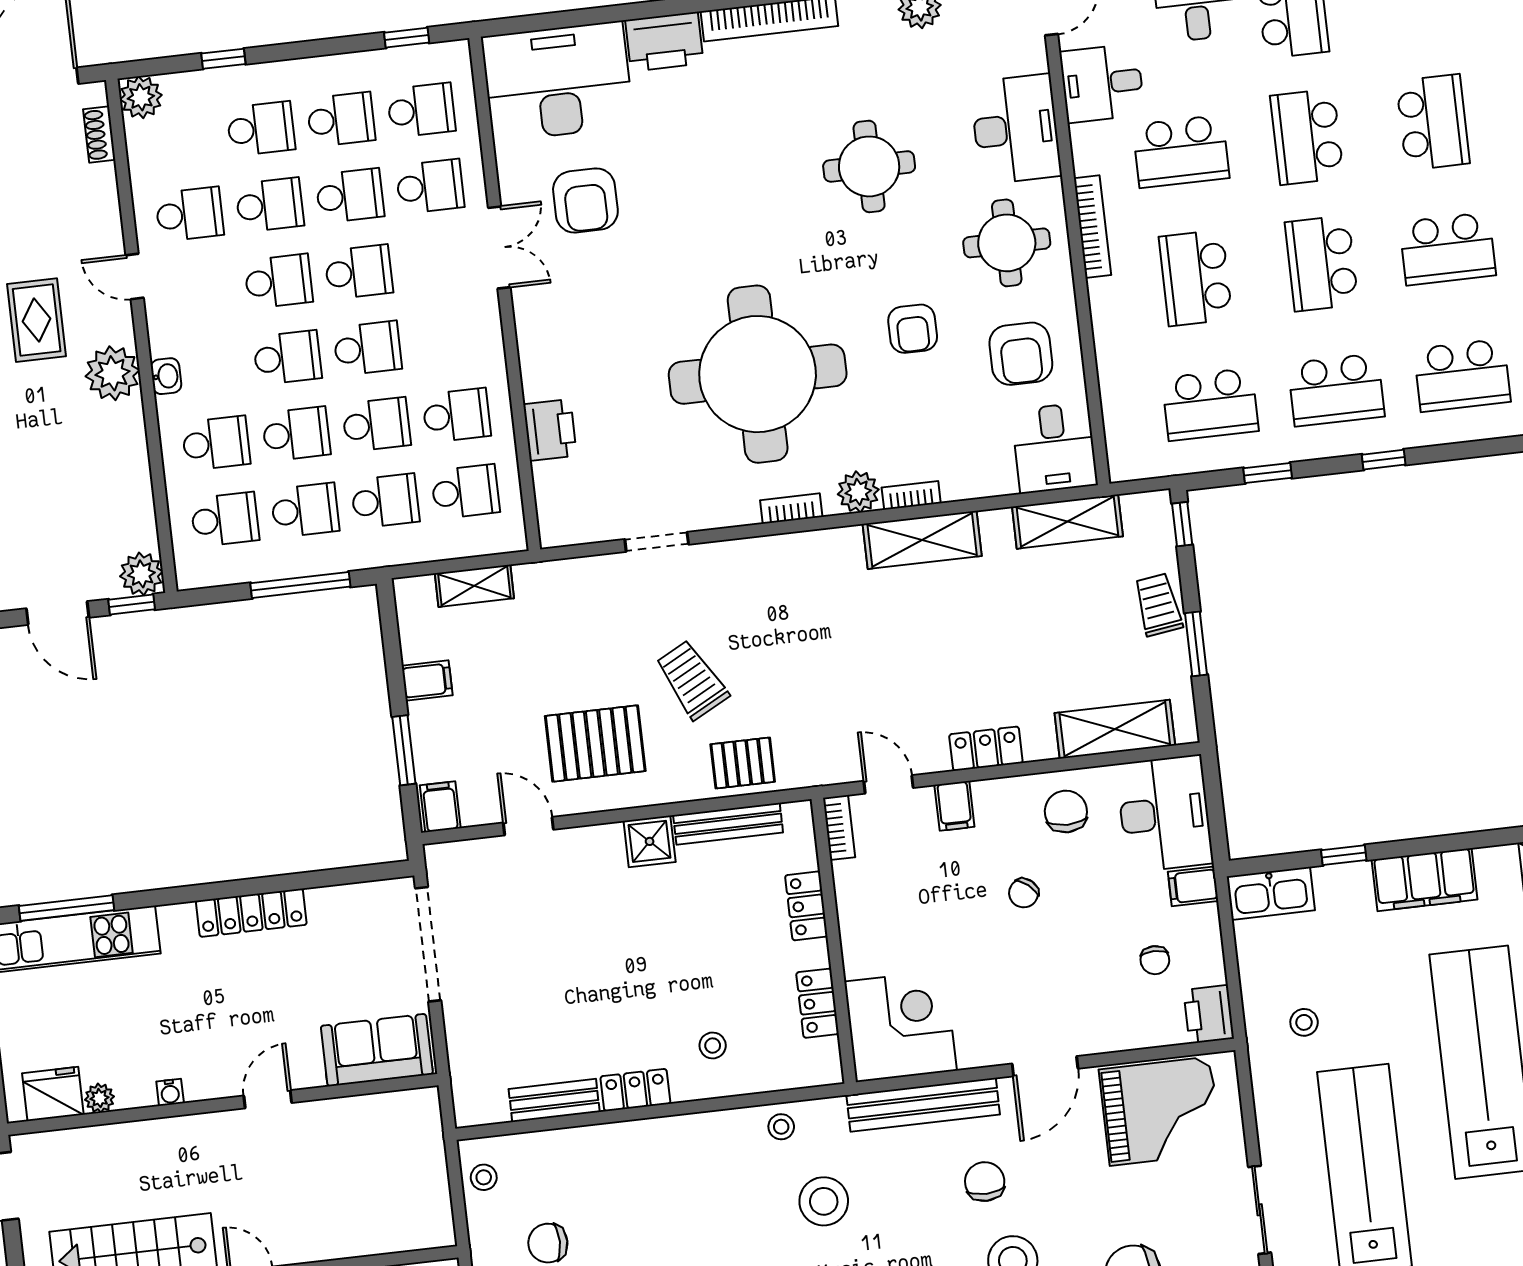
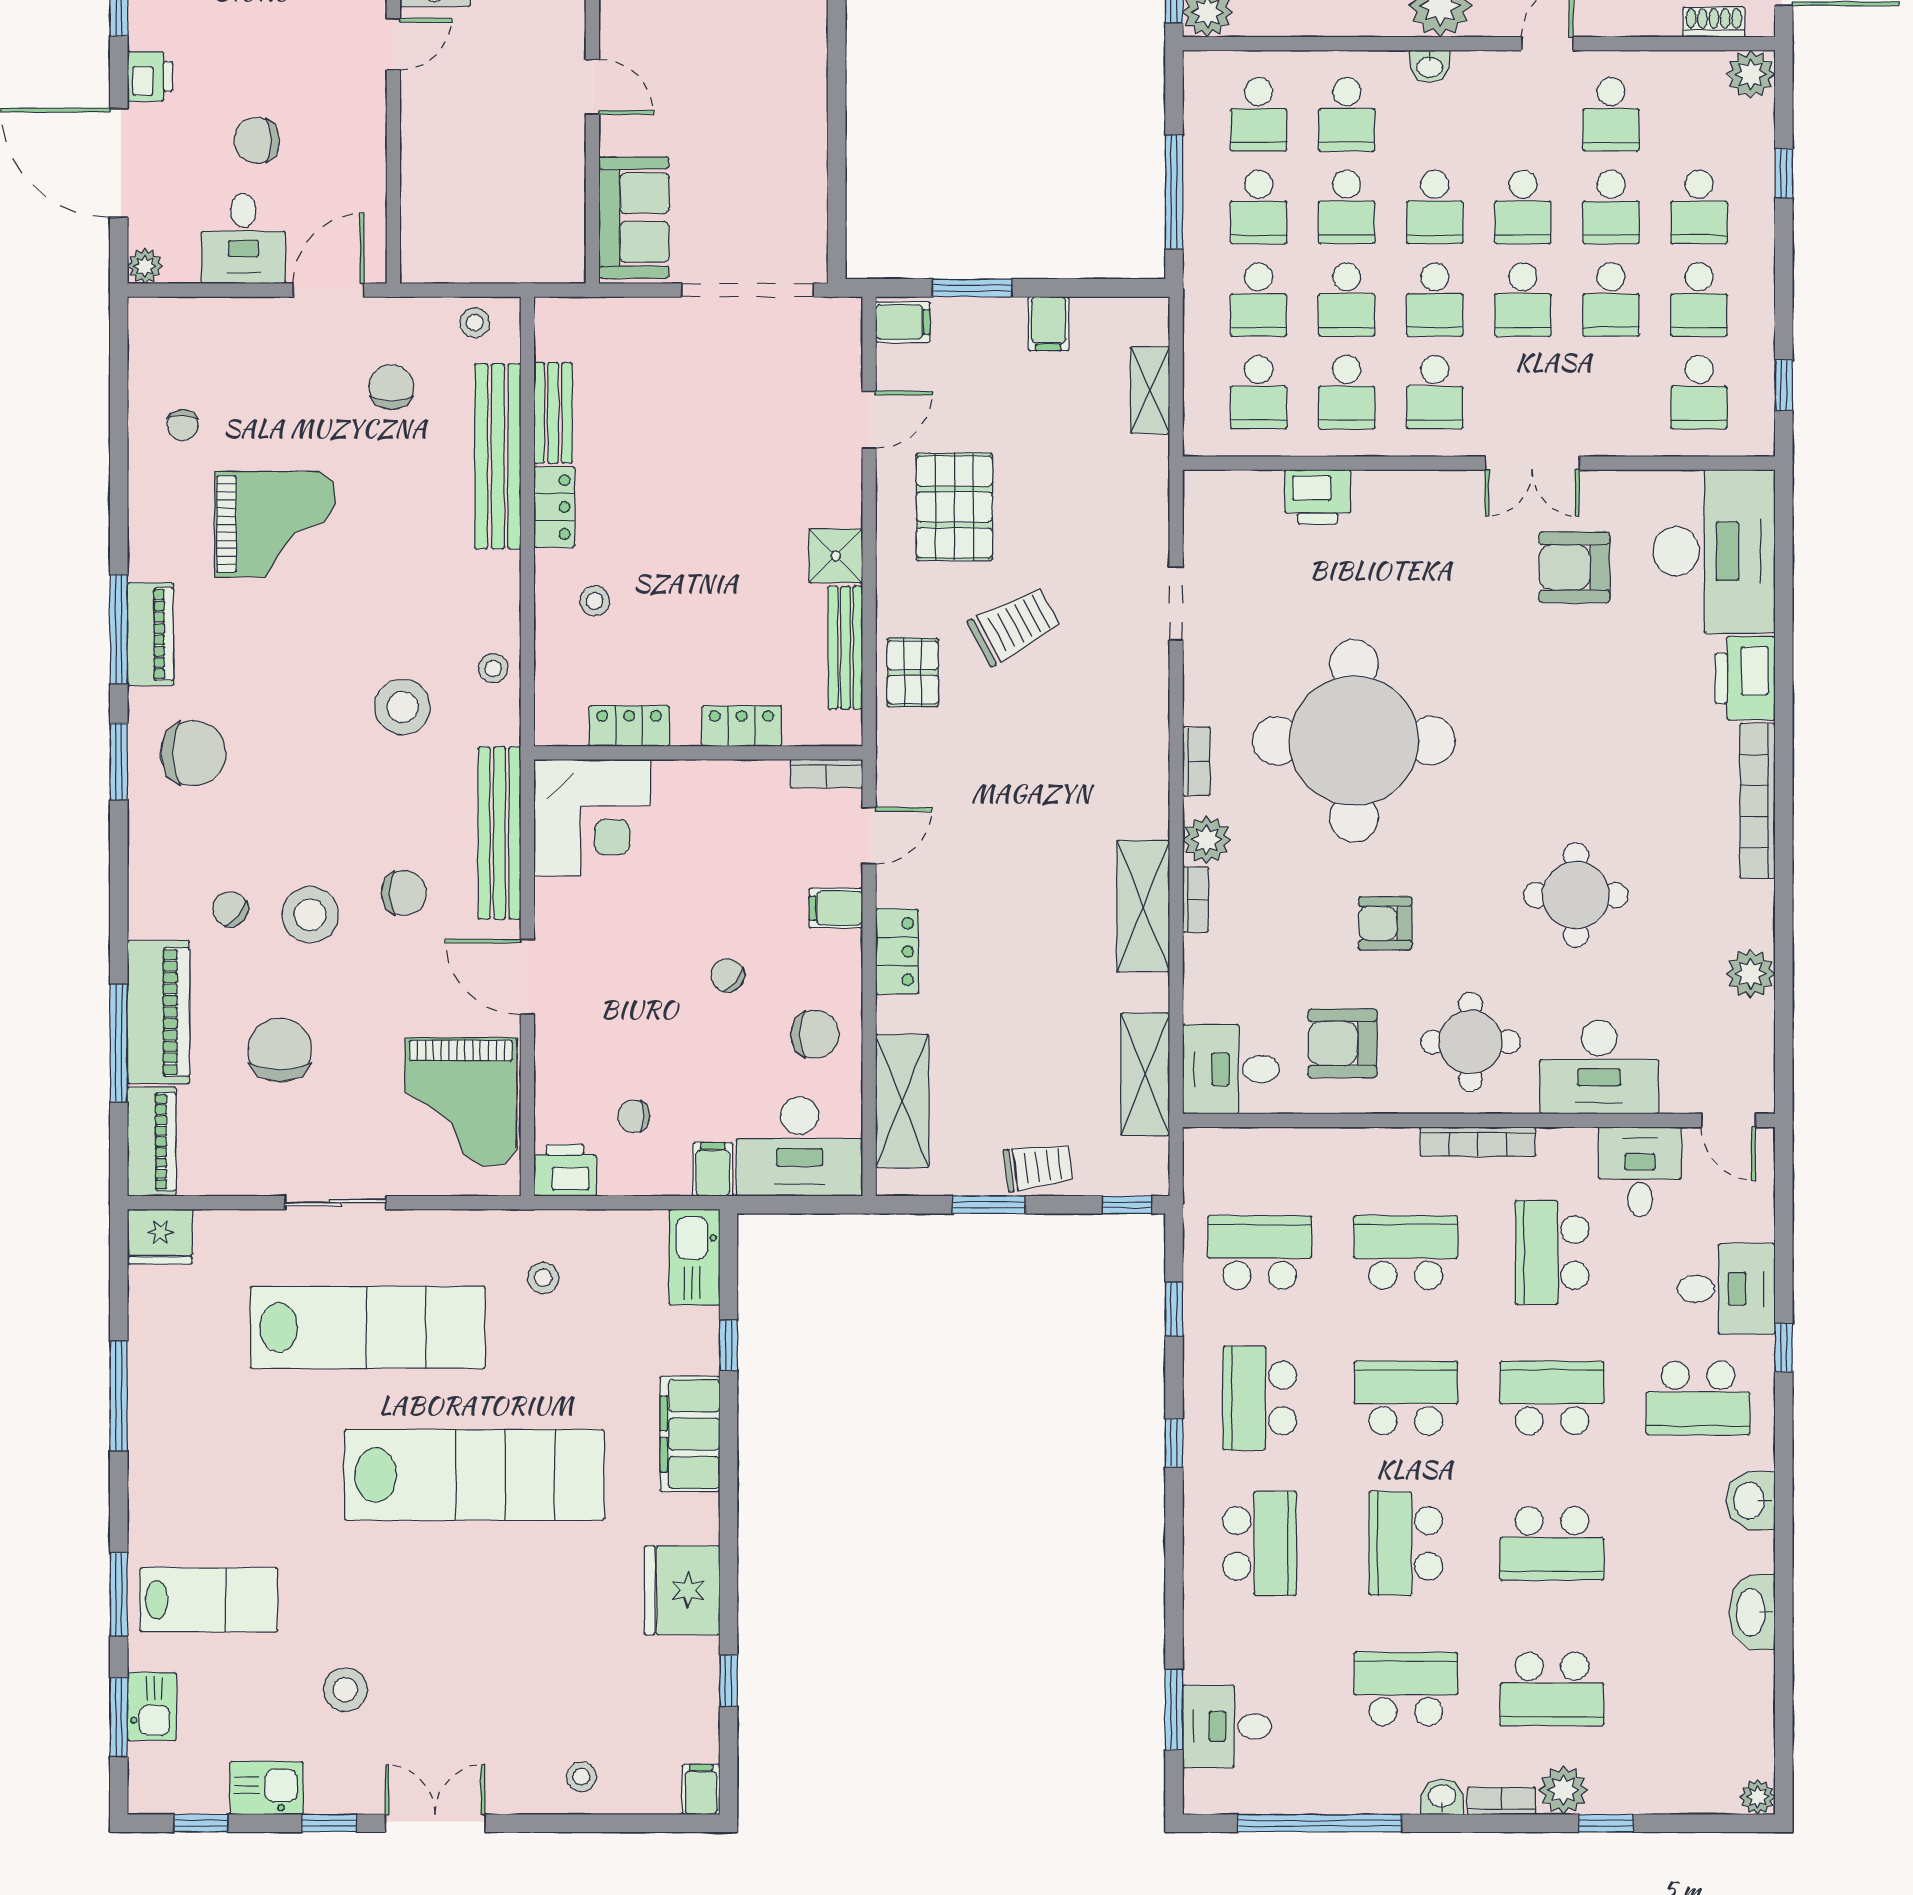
school desk: (430, 186) -> (1435, 392), moved
school desk: (1462, 375) -> (1260, 1543), turned 180
school desk: (1210, 404) -> (1260, 1252), turned 90
locker: (251, 913) -> (807, 93), removed
bench: (597, 1144) -> (498, 456), added

